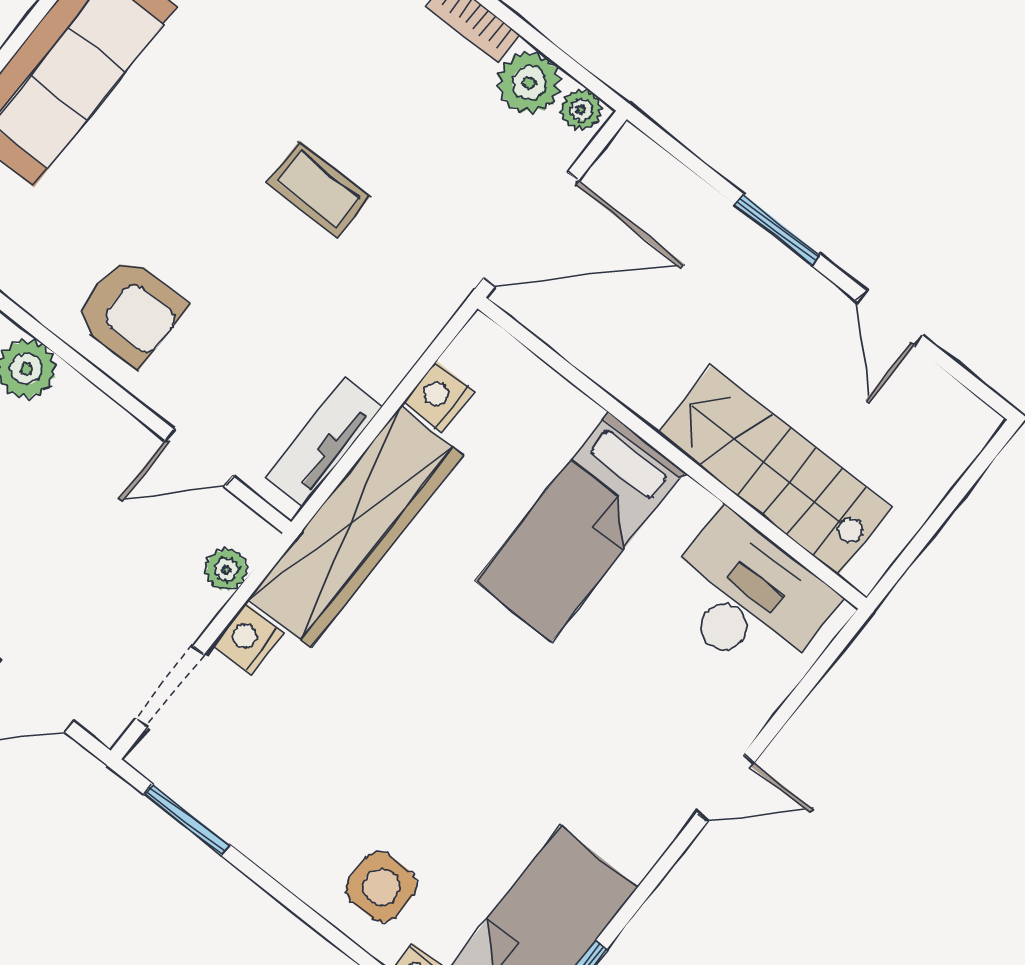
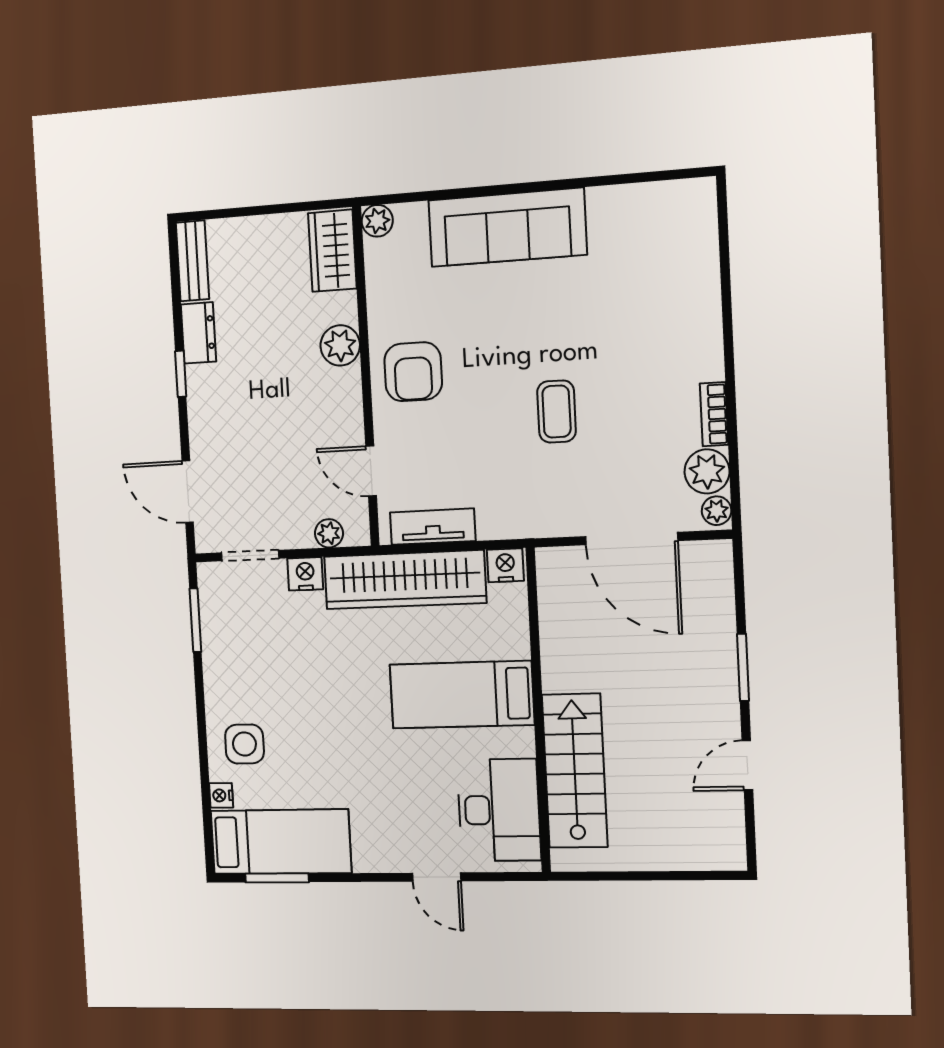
wall: (672, 453) -> (538, 710), moved
stairs: (775, 470) -> (575, 771), moved
bed: (580, 526) -> (462, 695), moved
desk: (747, 598) -> (499, 810), moved

